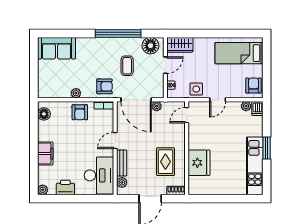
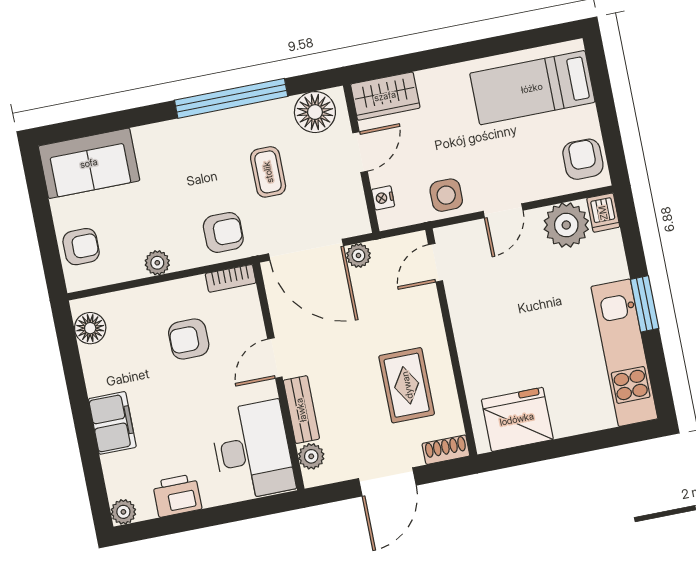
armchair: (47, 81) -> (81, 247), added
plant: (246, 106) -> (566, 225), width x1.88, depth x1.88
armchair: (80, 112) -> (189, 339), moved, turned 90
fridge: (199, 163) -> (517, 419), moved, turned -90

